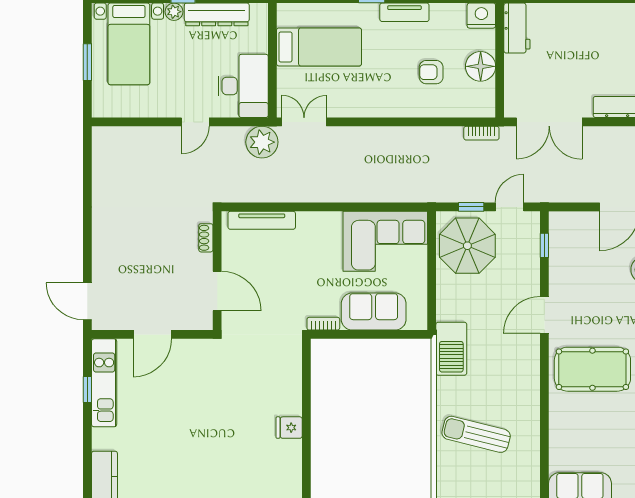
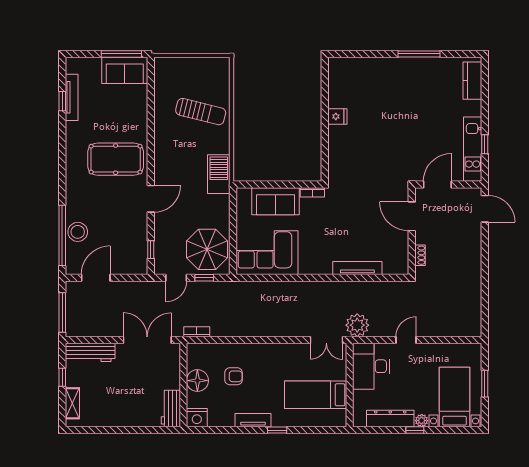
shoe rack: (206, 238) -> (420, 255), moved
wall: (217, 271) -> (412, 231), moved
door: (217, 291) -> (412, 216), moved

